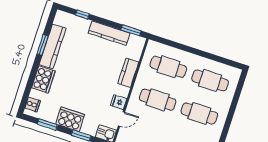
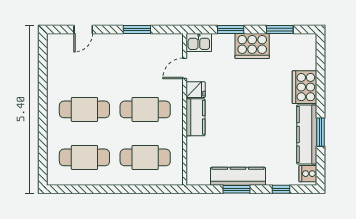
window: (131, 30) -> (237, 189), moved
kitchen counter: (128, 73) -> (196, 117), moved
cooker: (33, 104) -> (308, 174), moved

